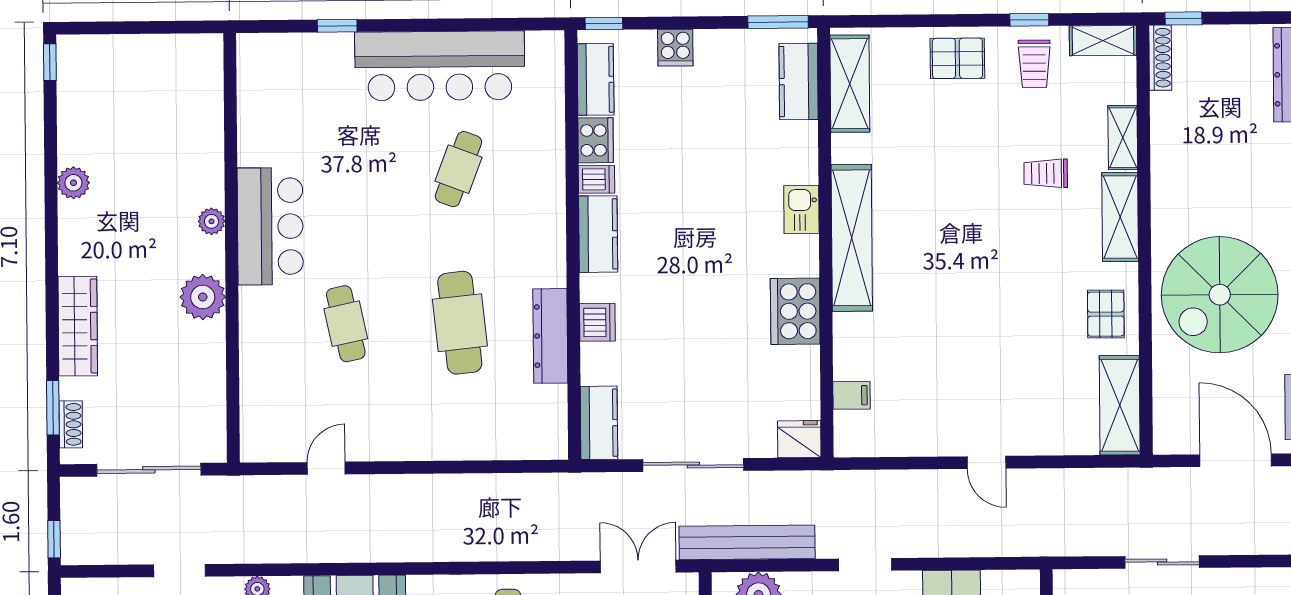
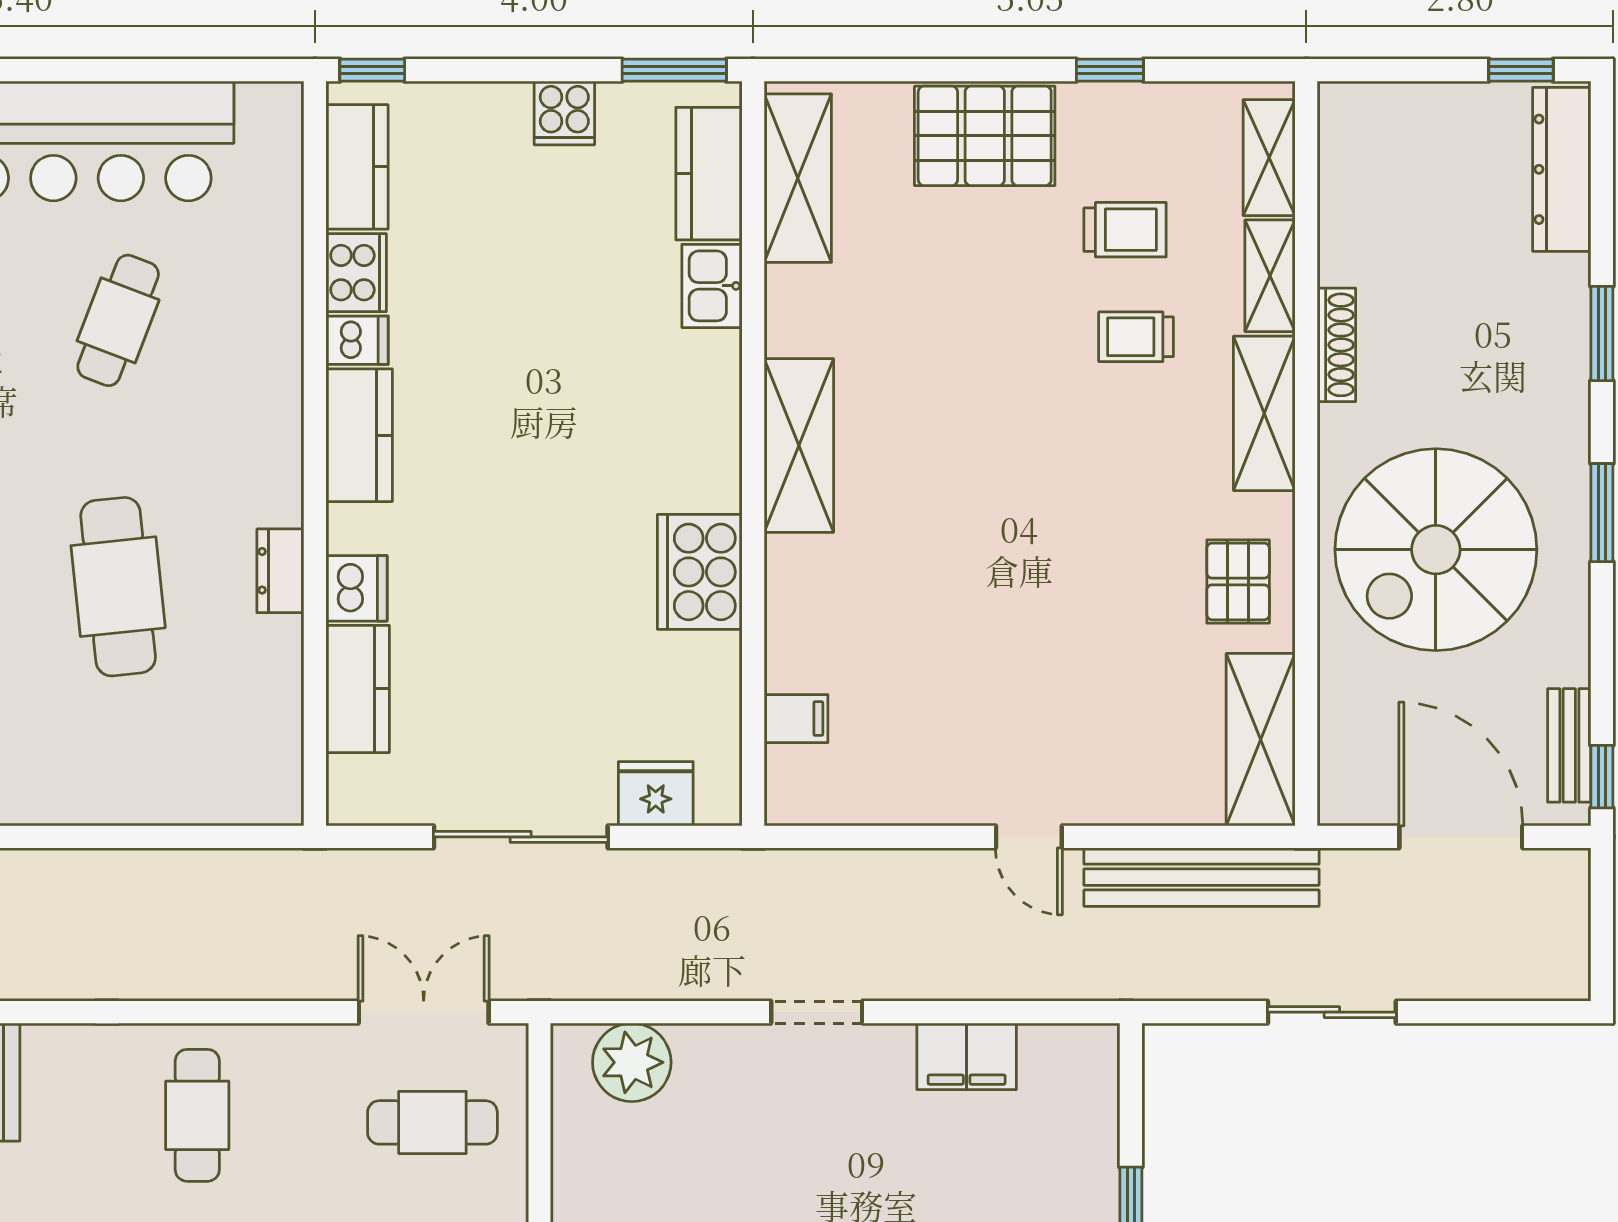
window: (1183, 18) -> (1521, 70), moved
shelving: (1103, 41) -> (1269, 158), moved, turned 90
cooker: (675, 48) -> (564, 113), moved
pallet: (957, 58) -> (985, 136), width x1.50, depth x1.42
shoe rack: (1160, 58) -> (1336, 345), moved
trolley: (1034, 64) -> (1125, 230), moved, turned -90
kitchen sink: (801, 210) -> (712, 286), moved
shelving: (852, 238) -> (799, 445), width x0.68
dresser: (550, 336) -> (280, 571), width x0.51, depth x0.80
kitchen counter: (599, 423) -> (358, 689), moved
fridge: (799, 439) -> (656, 794), moved
bench: (747, 542) -> (1201, 877), moved

